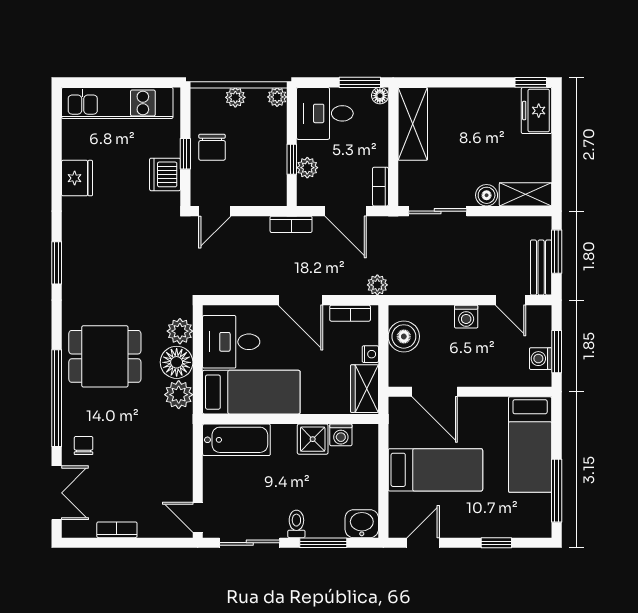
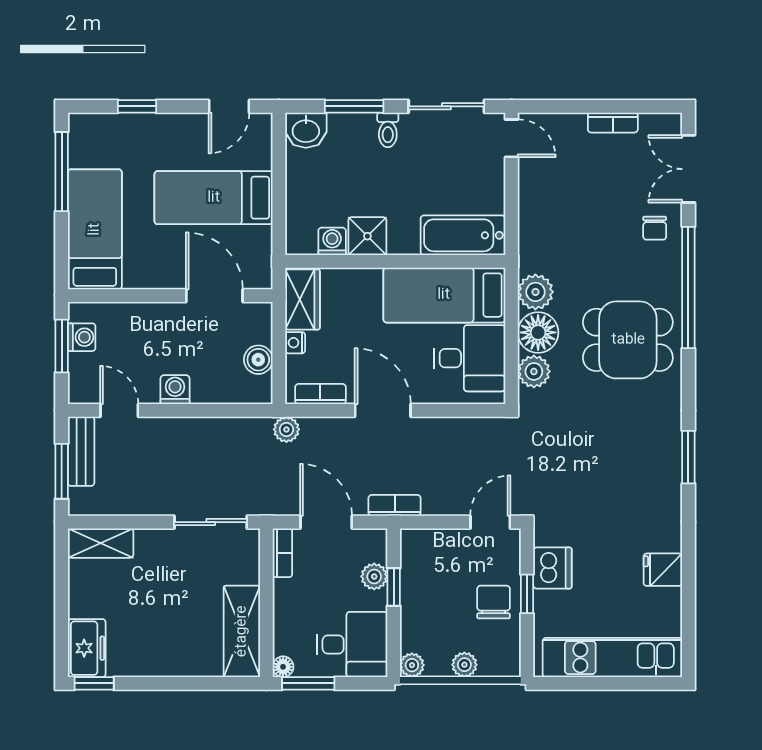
fridge: (77, 178) -> (663, 570), width x0.72
boiler: (487, 195) -> (149, 542), removed
boiler: (404, 336) -> (258, 360), width x0.73, depth x0.73

